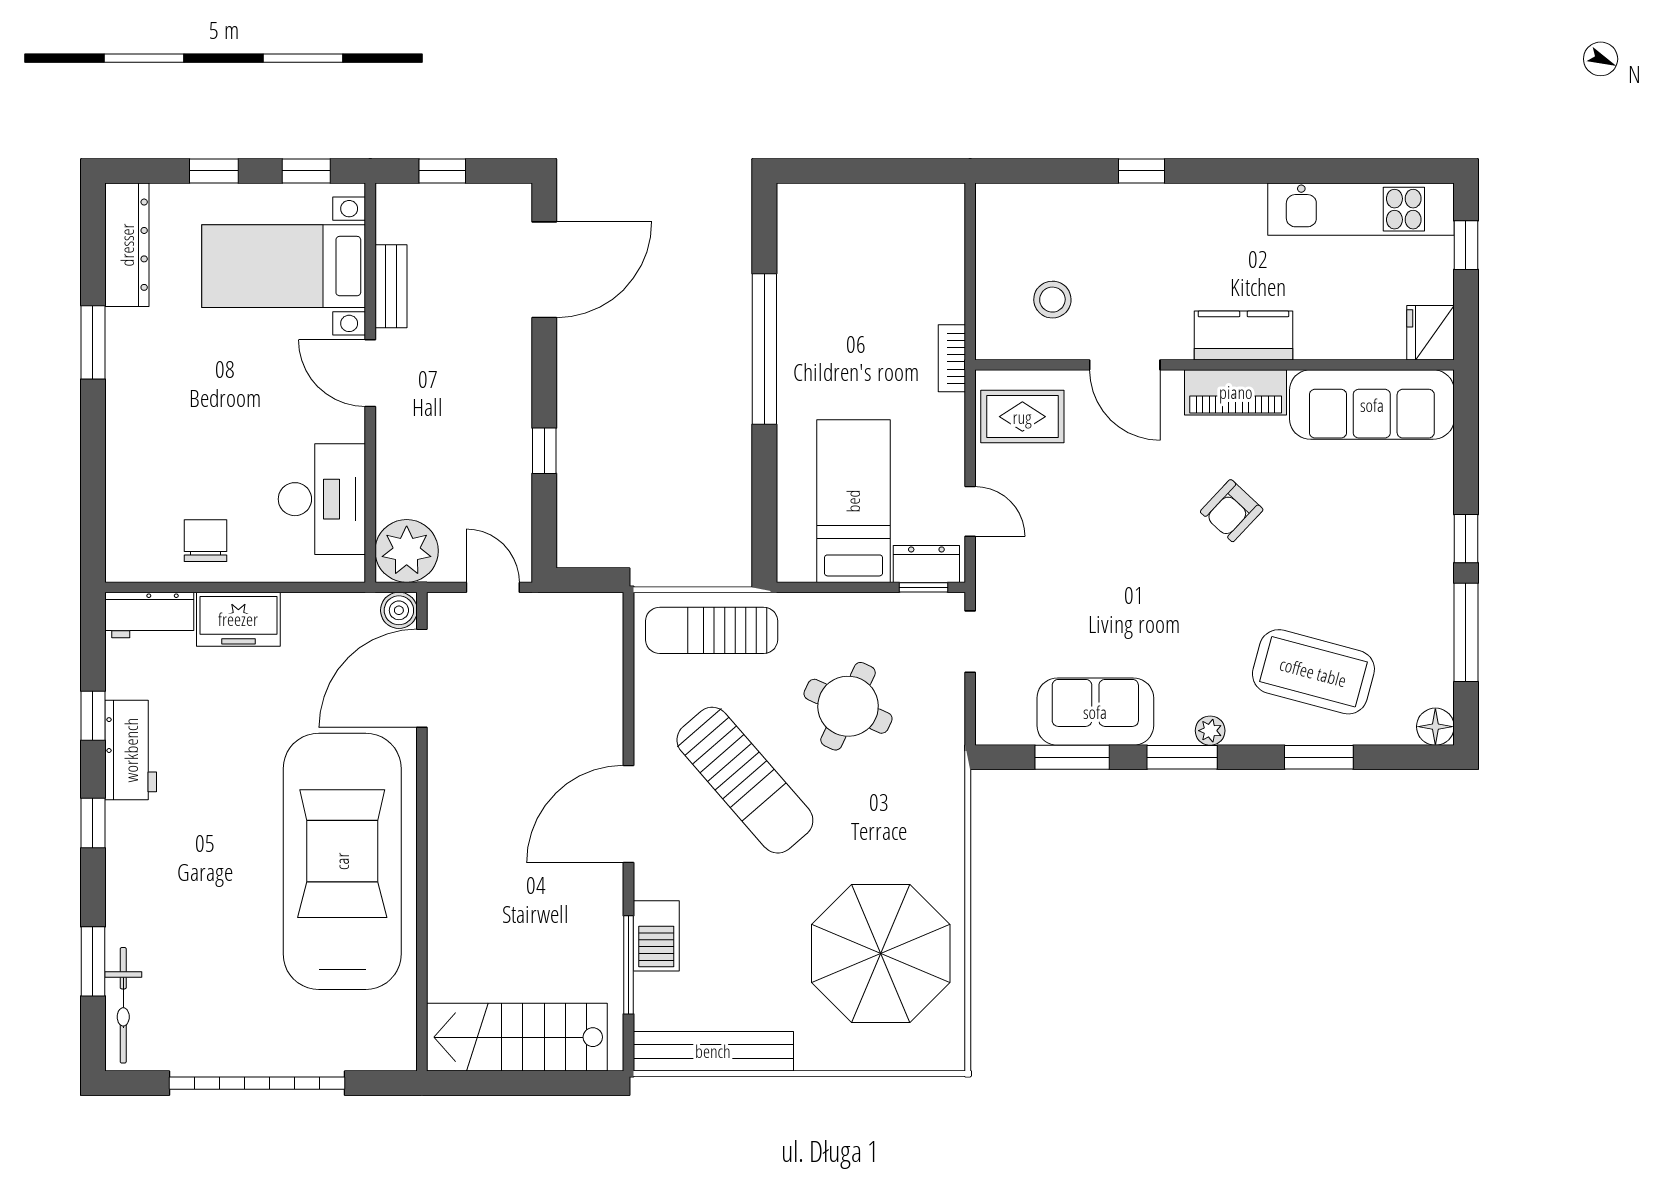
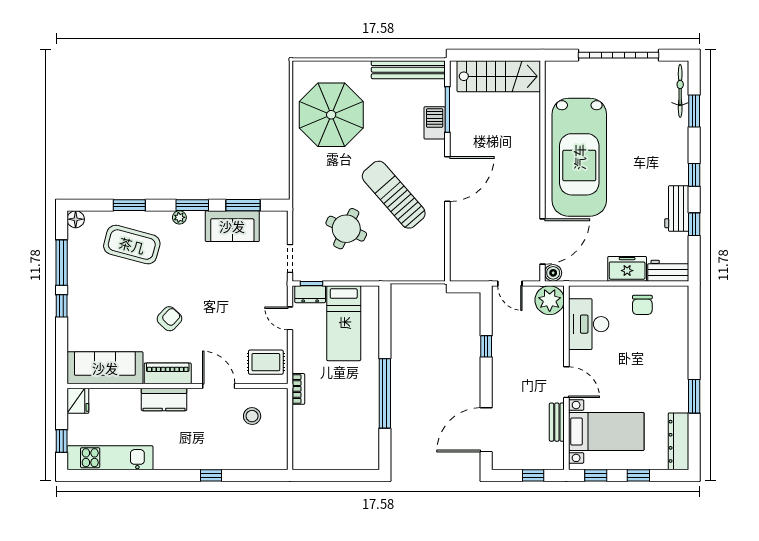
sun lounger: (712, 630) -> (409, 264), removed

